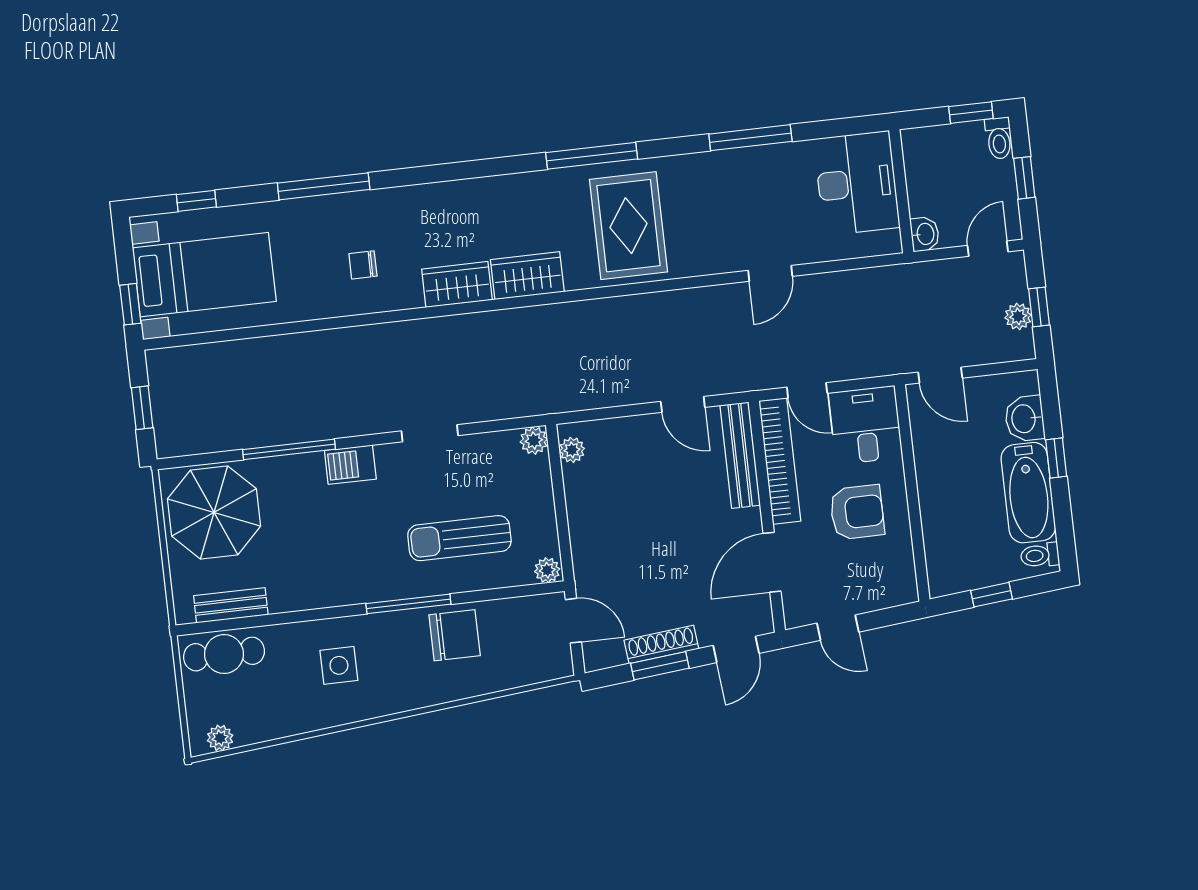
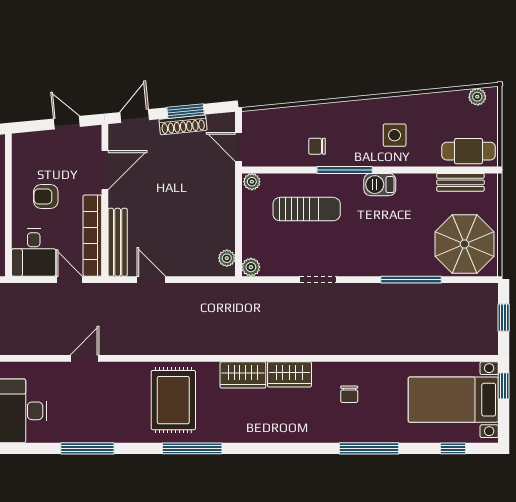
chair: (363, 265) -> (349, 394), turned 90
barbecue: (350, 465) -> (380, 185), moved, turned 180
armchair: (857, 512) -> (46, 196), width x0.72, depth x0.72
chair: (455, 635) -> (317, 146), width x0.54, depth x0.54

